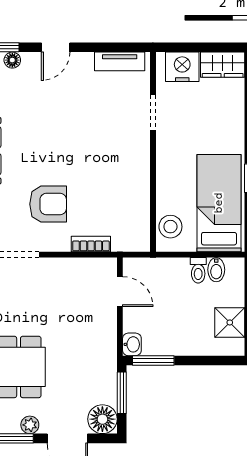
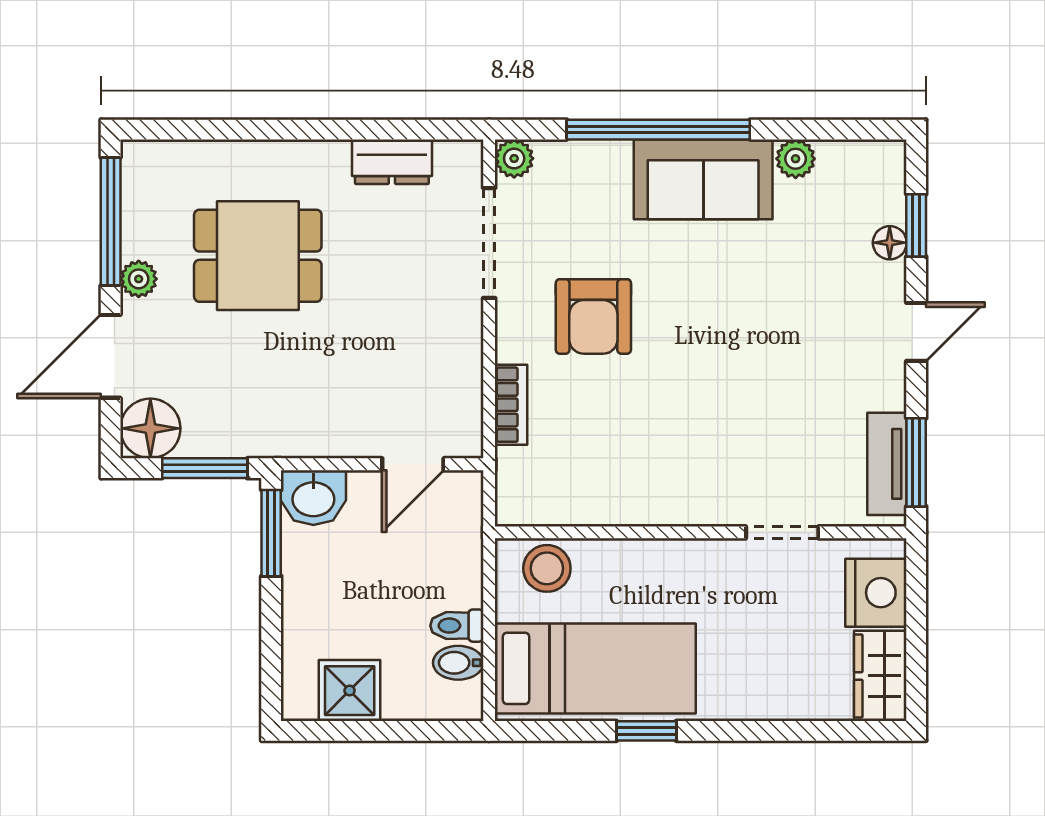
door: (56, 47) -> (916, 332), swing flipped
window: (119, 47) -> (916, 462), added
washbasin: (132, 344) -> (313, 498), width x1.38, depth x1.45

